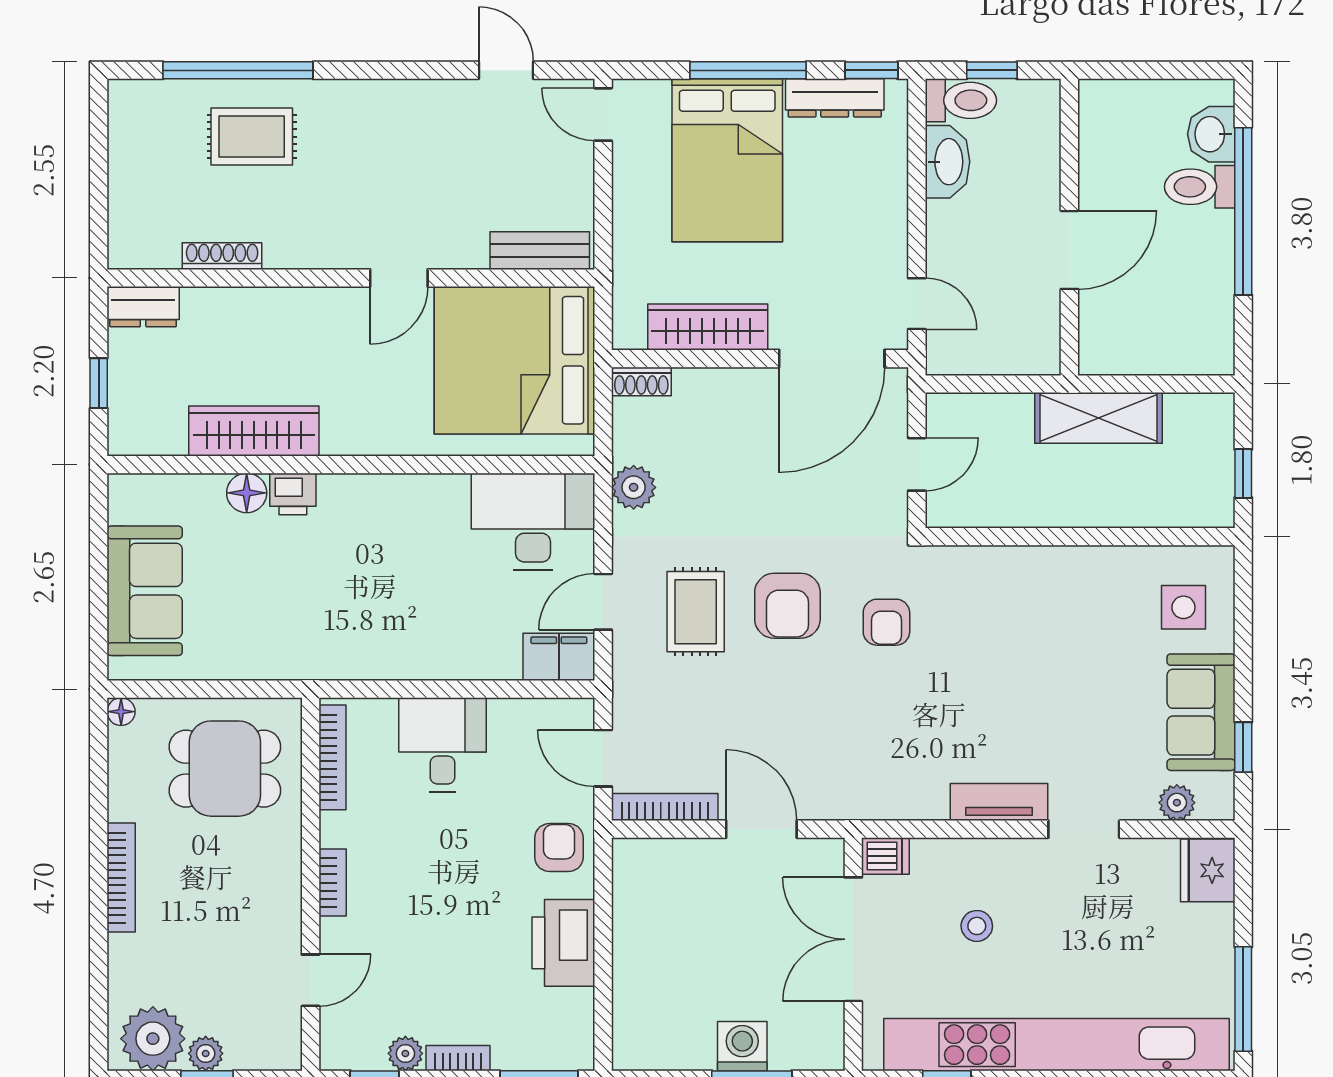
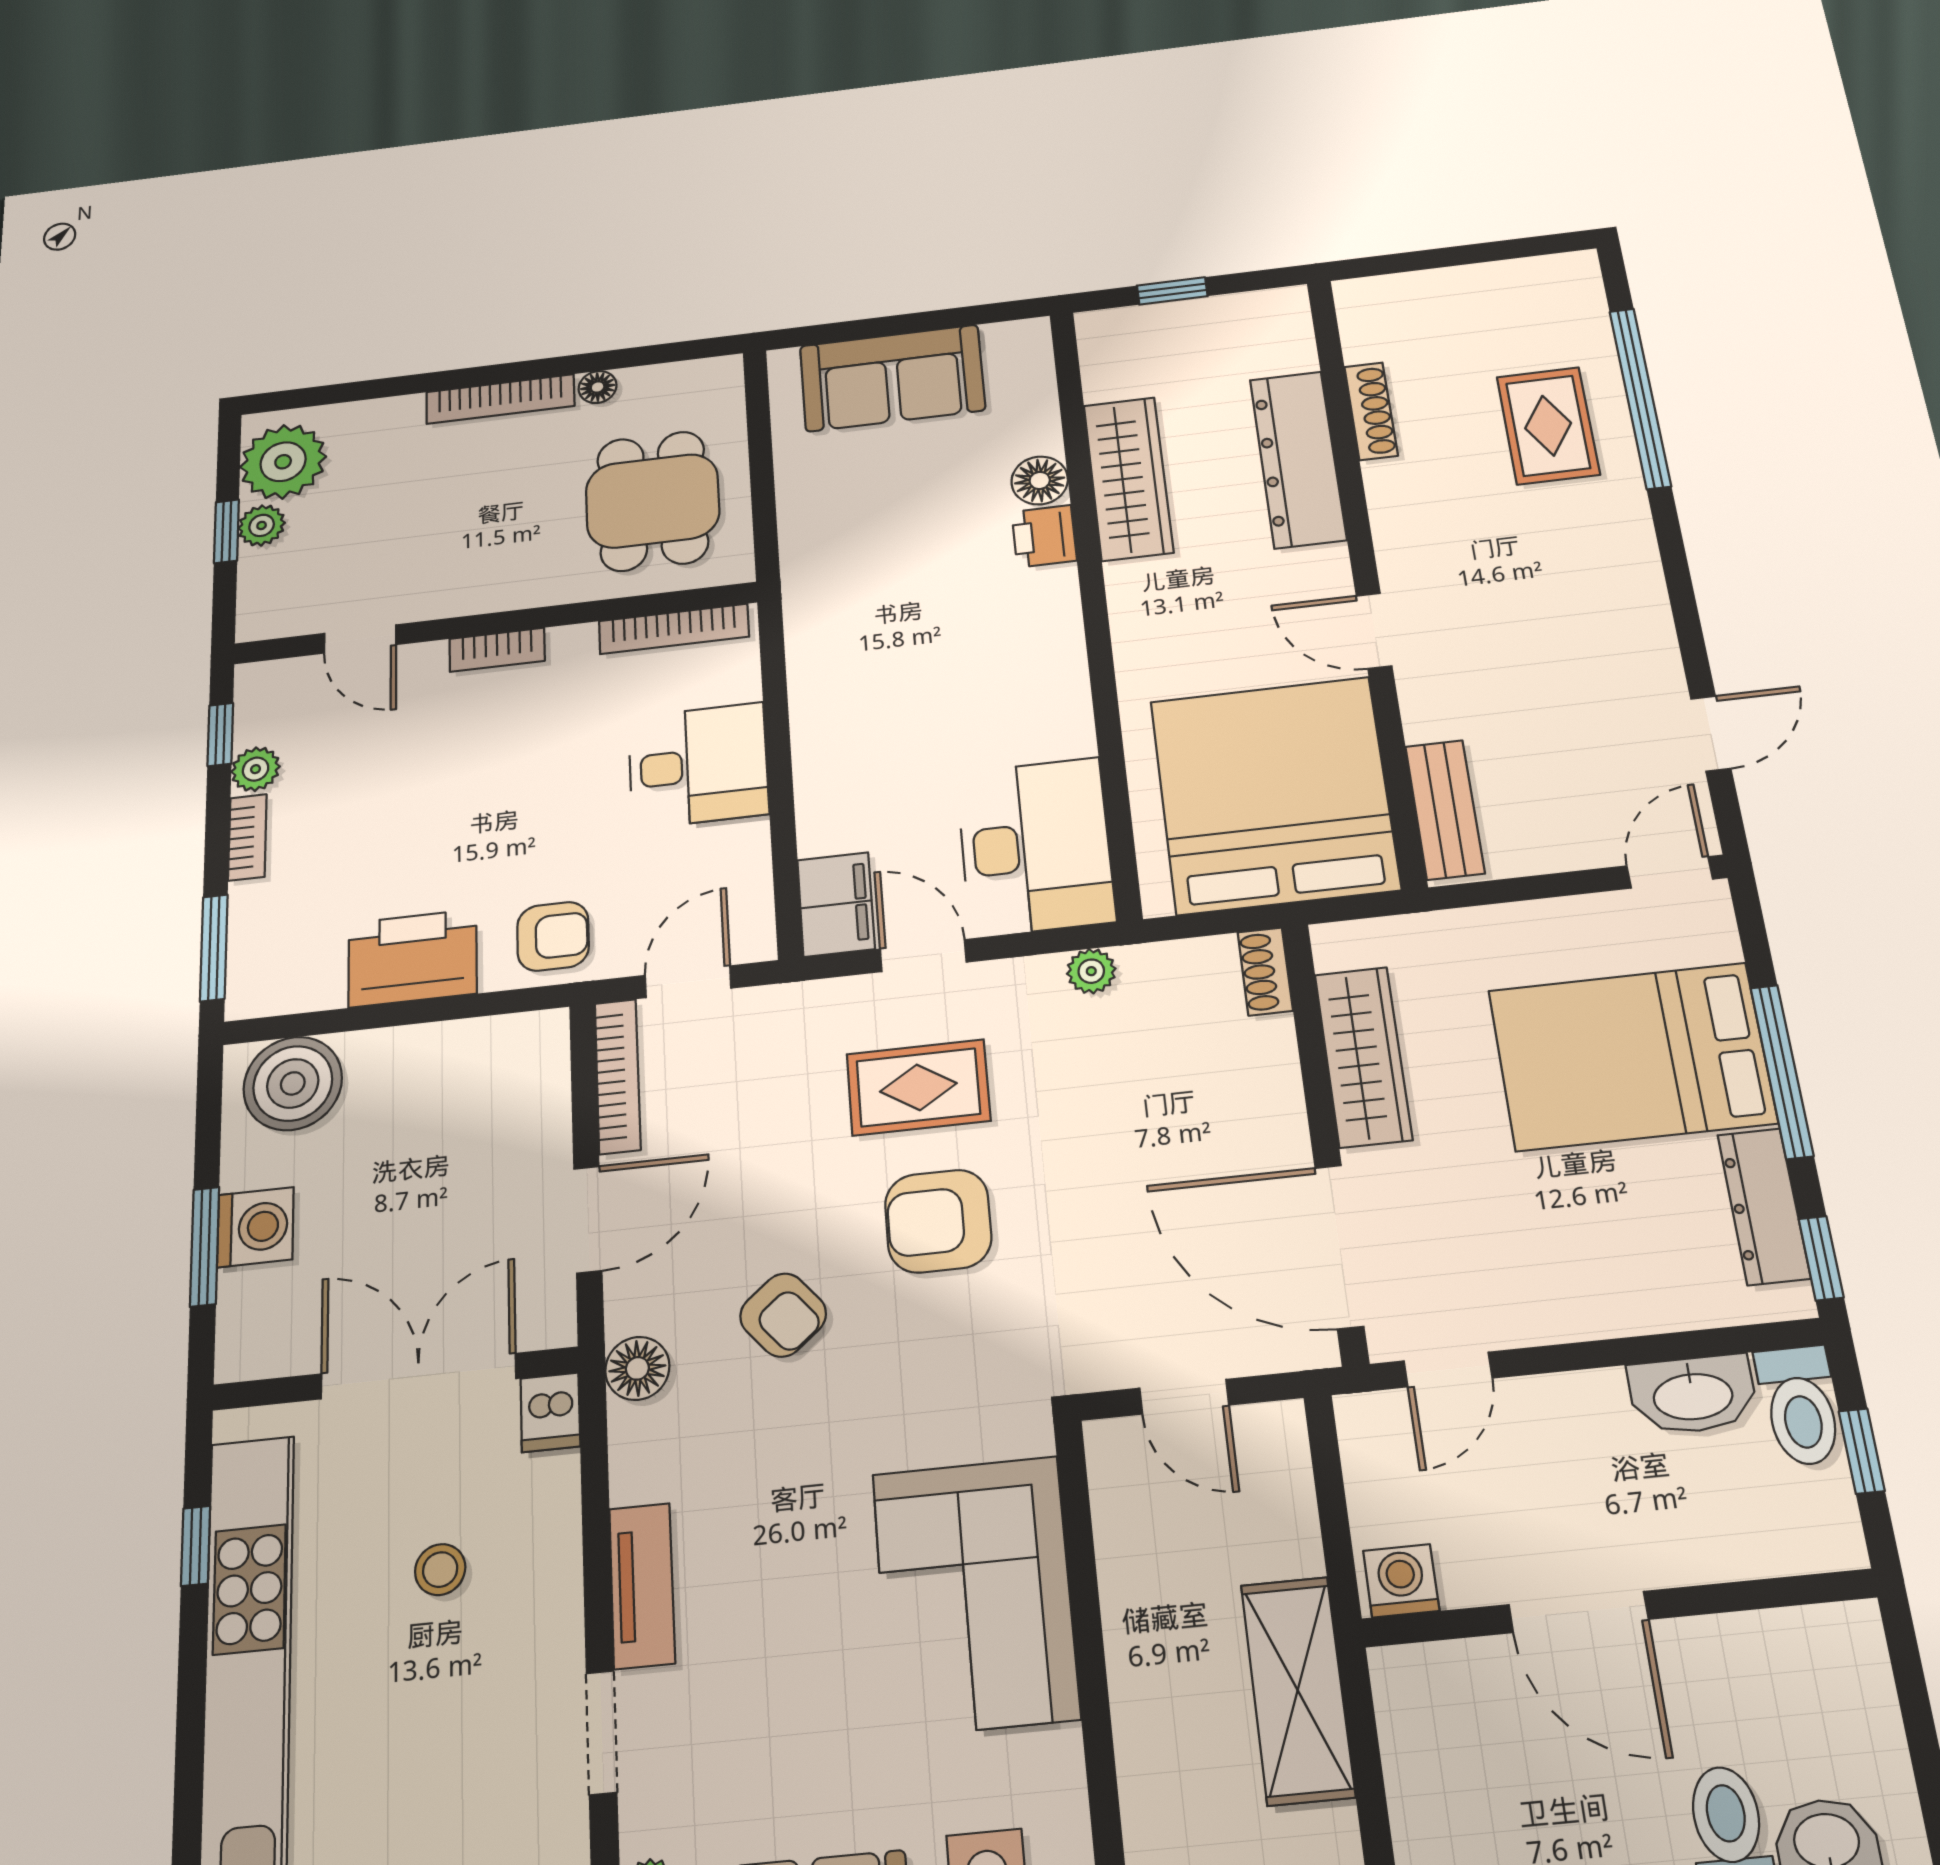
dresser: (143, 307) -> (1298, 459), moved, width x1.96, depth x1.24
washing machine: (1041, 350) -> (1401, 1581), added
plant: (634, 487) -> (1091, 971), width x0.73, depth x0.73
corner sofa: (1025, 601) -> (975, 1595), added
armchair: (886, 622) -> (783, 1315), moved, turned -130
floor lamp: (121, 712) -> (598, 387), moved
floor lamp: (863, 800) -> (637, 1368), added
boiler: (645, 1023) -> (293, 1083), added

